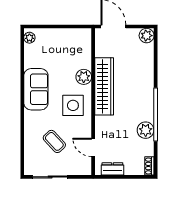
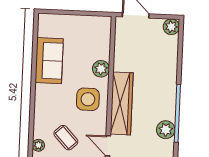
plant: (29, 38) -> (38, 145), moved
wardrobe: (104, 86) -> (122, 103), moved
sofa: (36, 89) -> (49, 61), moved

